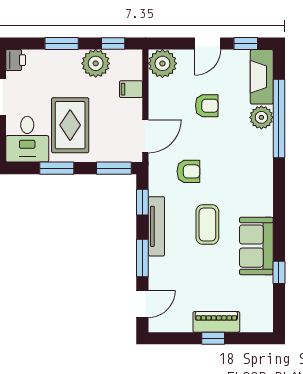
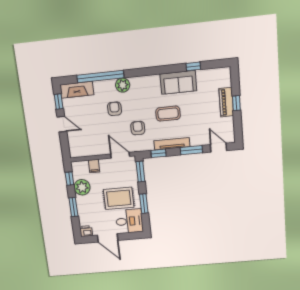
plant: (162, 63) -> (77, 149), removed
armchair: (207, 106) -> (115, 109), moved
plant: (261, 117) -> (123, 85), moved

